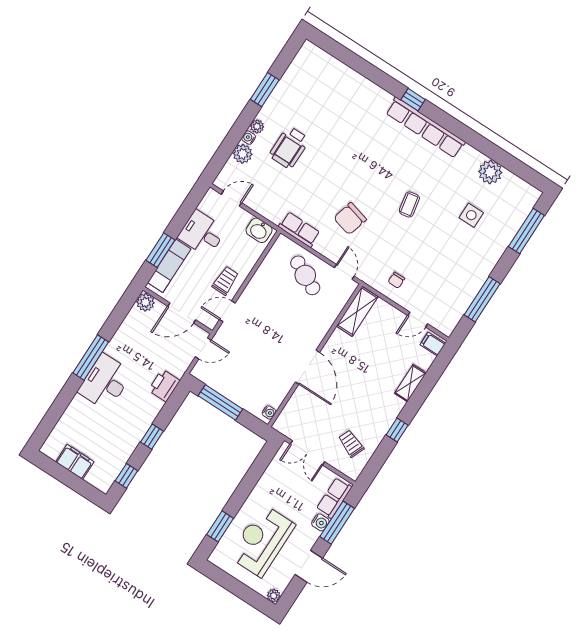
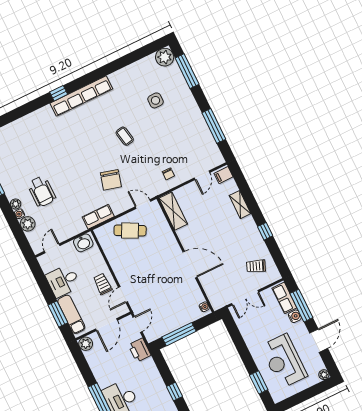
plant: (490, 172) -> (165, 57), moved
printer: (164, 386) -> (140, 350), moved

